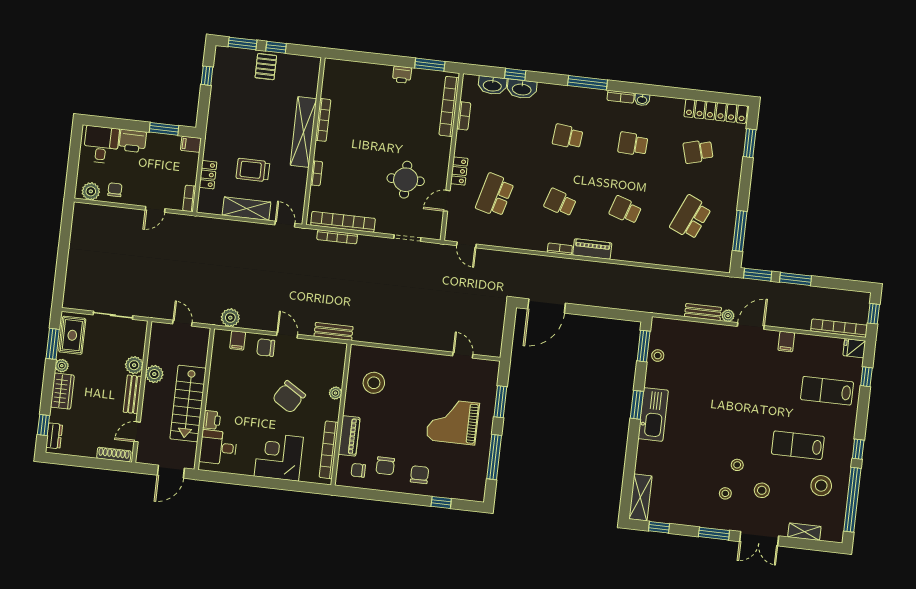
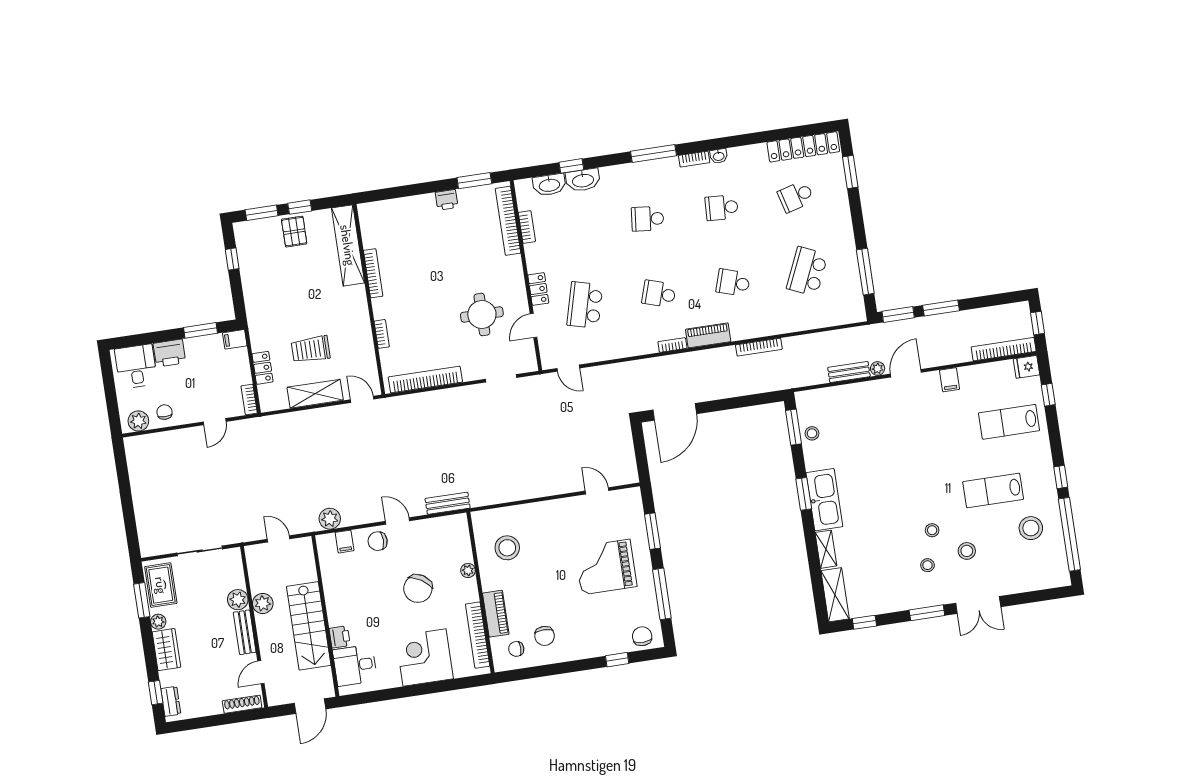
shelving: (303, 132) -> (348, 245), moved
bookcase: (337, 237) -> (759, 347), moved
chair: (419, 475) -> (642, 636), moved
shelving: (804, 532) -> (826, 549), moved, turned 90

